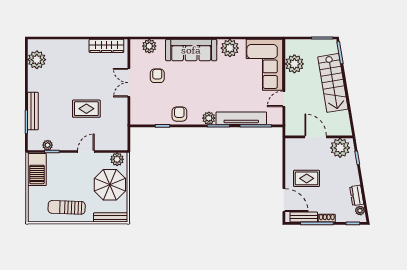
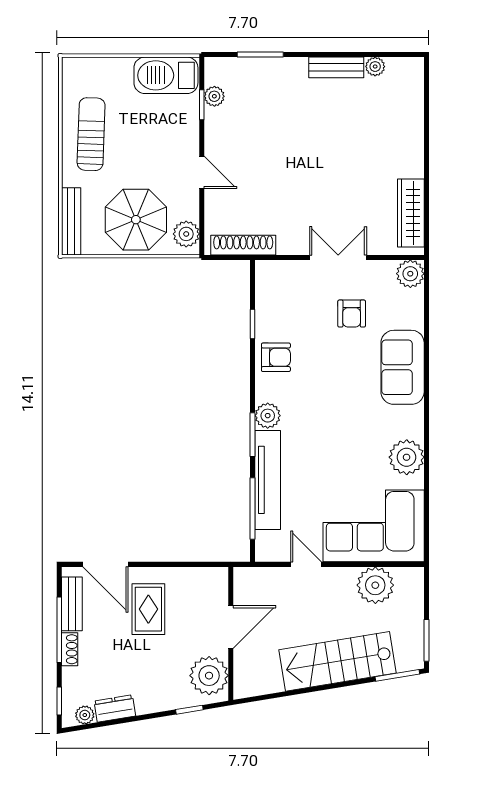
plant: (149, 46) -> (410, 274), moved
sofa: (191, 50) -> (403, 367), width x0.73
plant: (37, 60) -> (375, 67), width x0.53, depth x0.53
armchair: (157, 76) -> (352, 314), turned 90
rug: (86, 109) -> (286, 173), removed
bench: (33, 111) -> (336, 67), moved, width x0.73
shoe rack: (123, 131) -> (243, 245), added
door: (284, 200) -> (105, 564), hinge flipped

